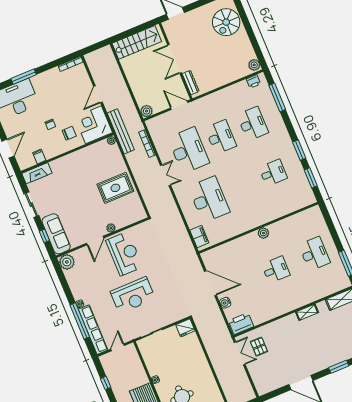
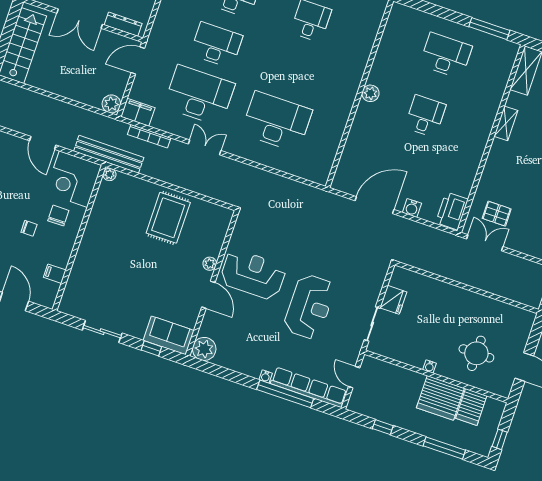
fireplace: (37, 173) -> (72, 293), removed
sofa: (56, 234) -> (169, 335), width x0.73
filing cabinet: (199, 237) -> (138, 112), moved
fridge: (185, 328) -> (393, 300), moved

